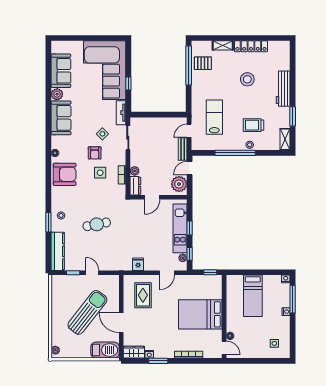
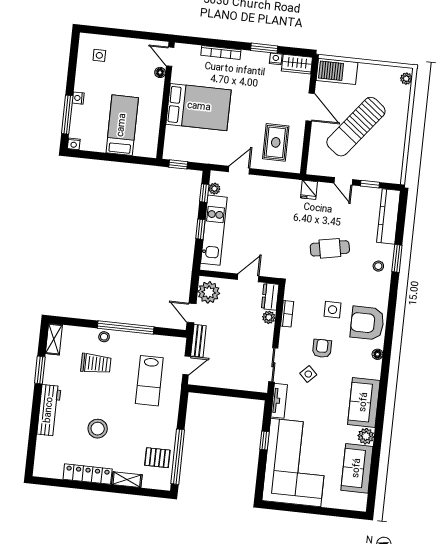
door: (190, 168) -> (191, 313), swing flipped
side table: (100, 173) -> (333, 310), moved
fridge: (138, 264) -> (309, 190), moved

